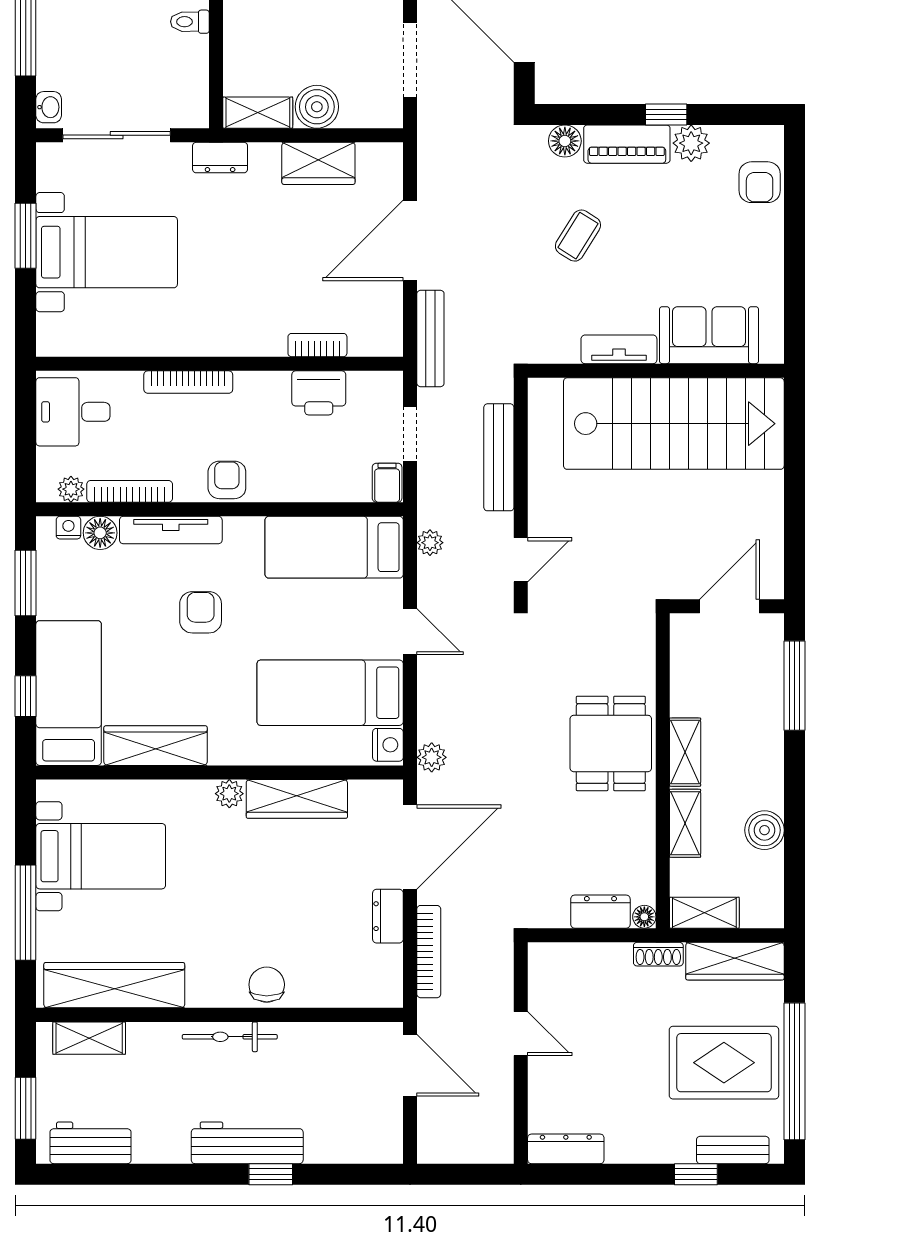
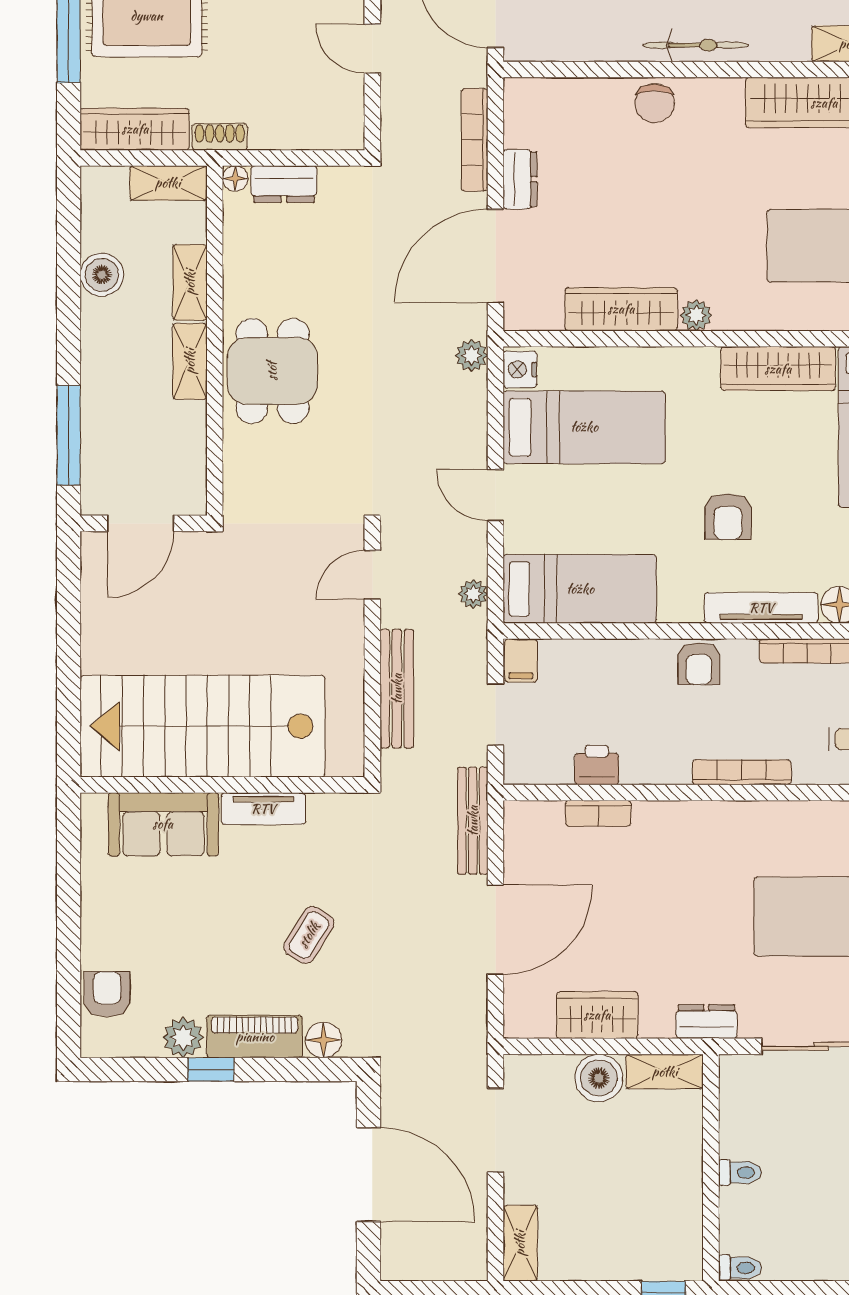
printer: (319, 393) -> (597, 765), width x0.73, depth x0.81

